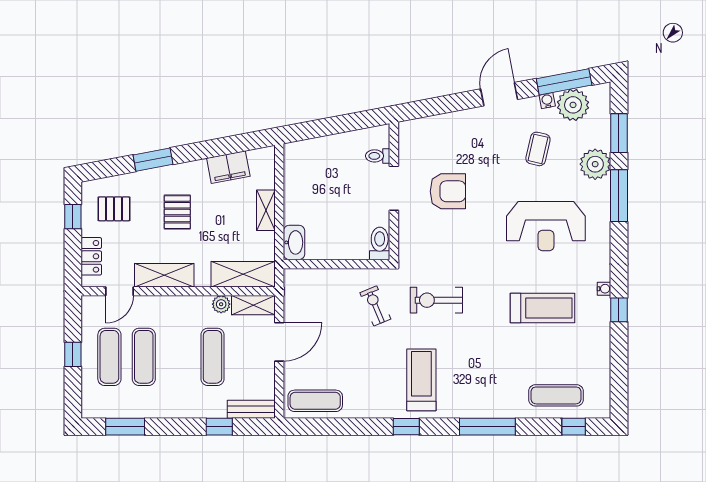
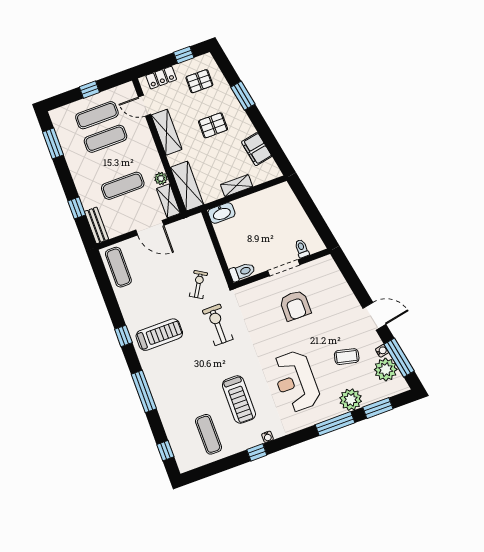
pallet: (114, 209) -> (199, 81), turned 90
exercise bike: (375, 306) -> (198, 285), turned -36
exercise mat: (556, 395) -> (208, 434), moved

